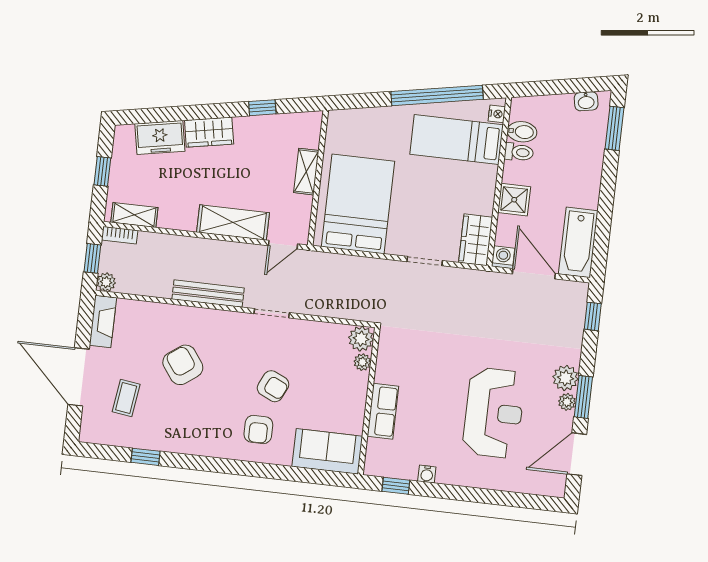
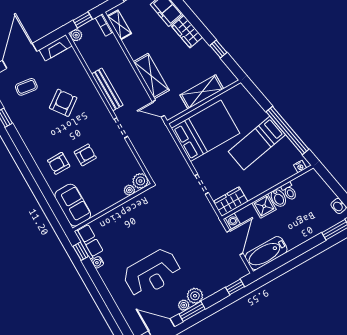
bidet: (522, 132) -> (278, 198), moved
bed: (457, 140) -> (257, 143), moved, turned -101
shelving: (306, 172) -> (202, 92), width x1.50, depth x1.33
armchair: (273, 386) -> (85, 155), turned -115
row of seats: (383, 411) -> (89, 241), moved, turned -90

